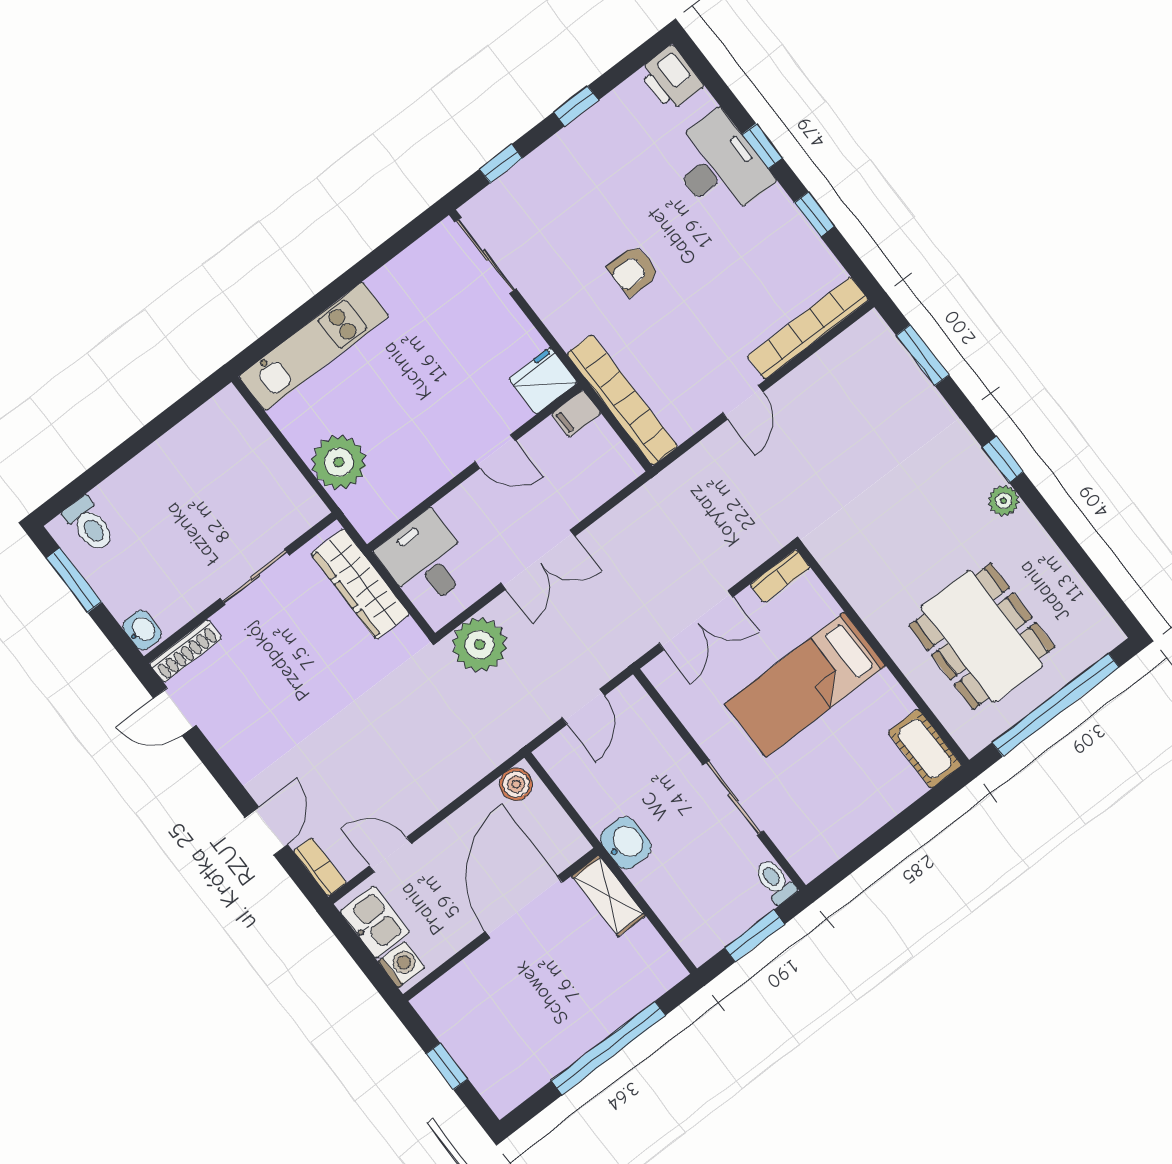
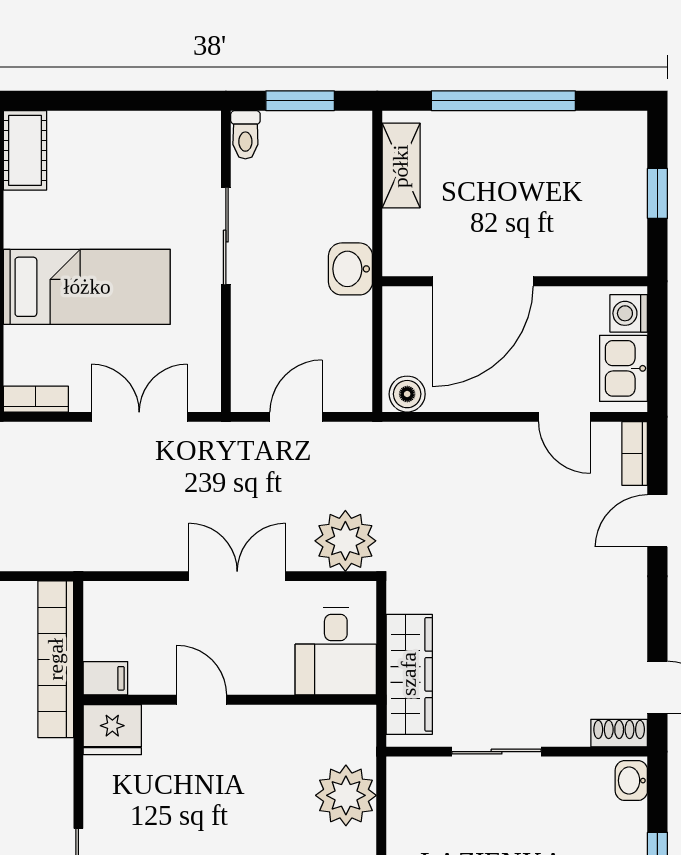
shoe rack: (186, 651) -> (619, 733), width x0.70
shelving: (609, 896) -> (401, 166), moved

